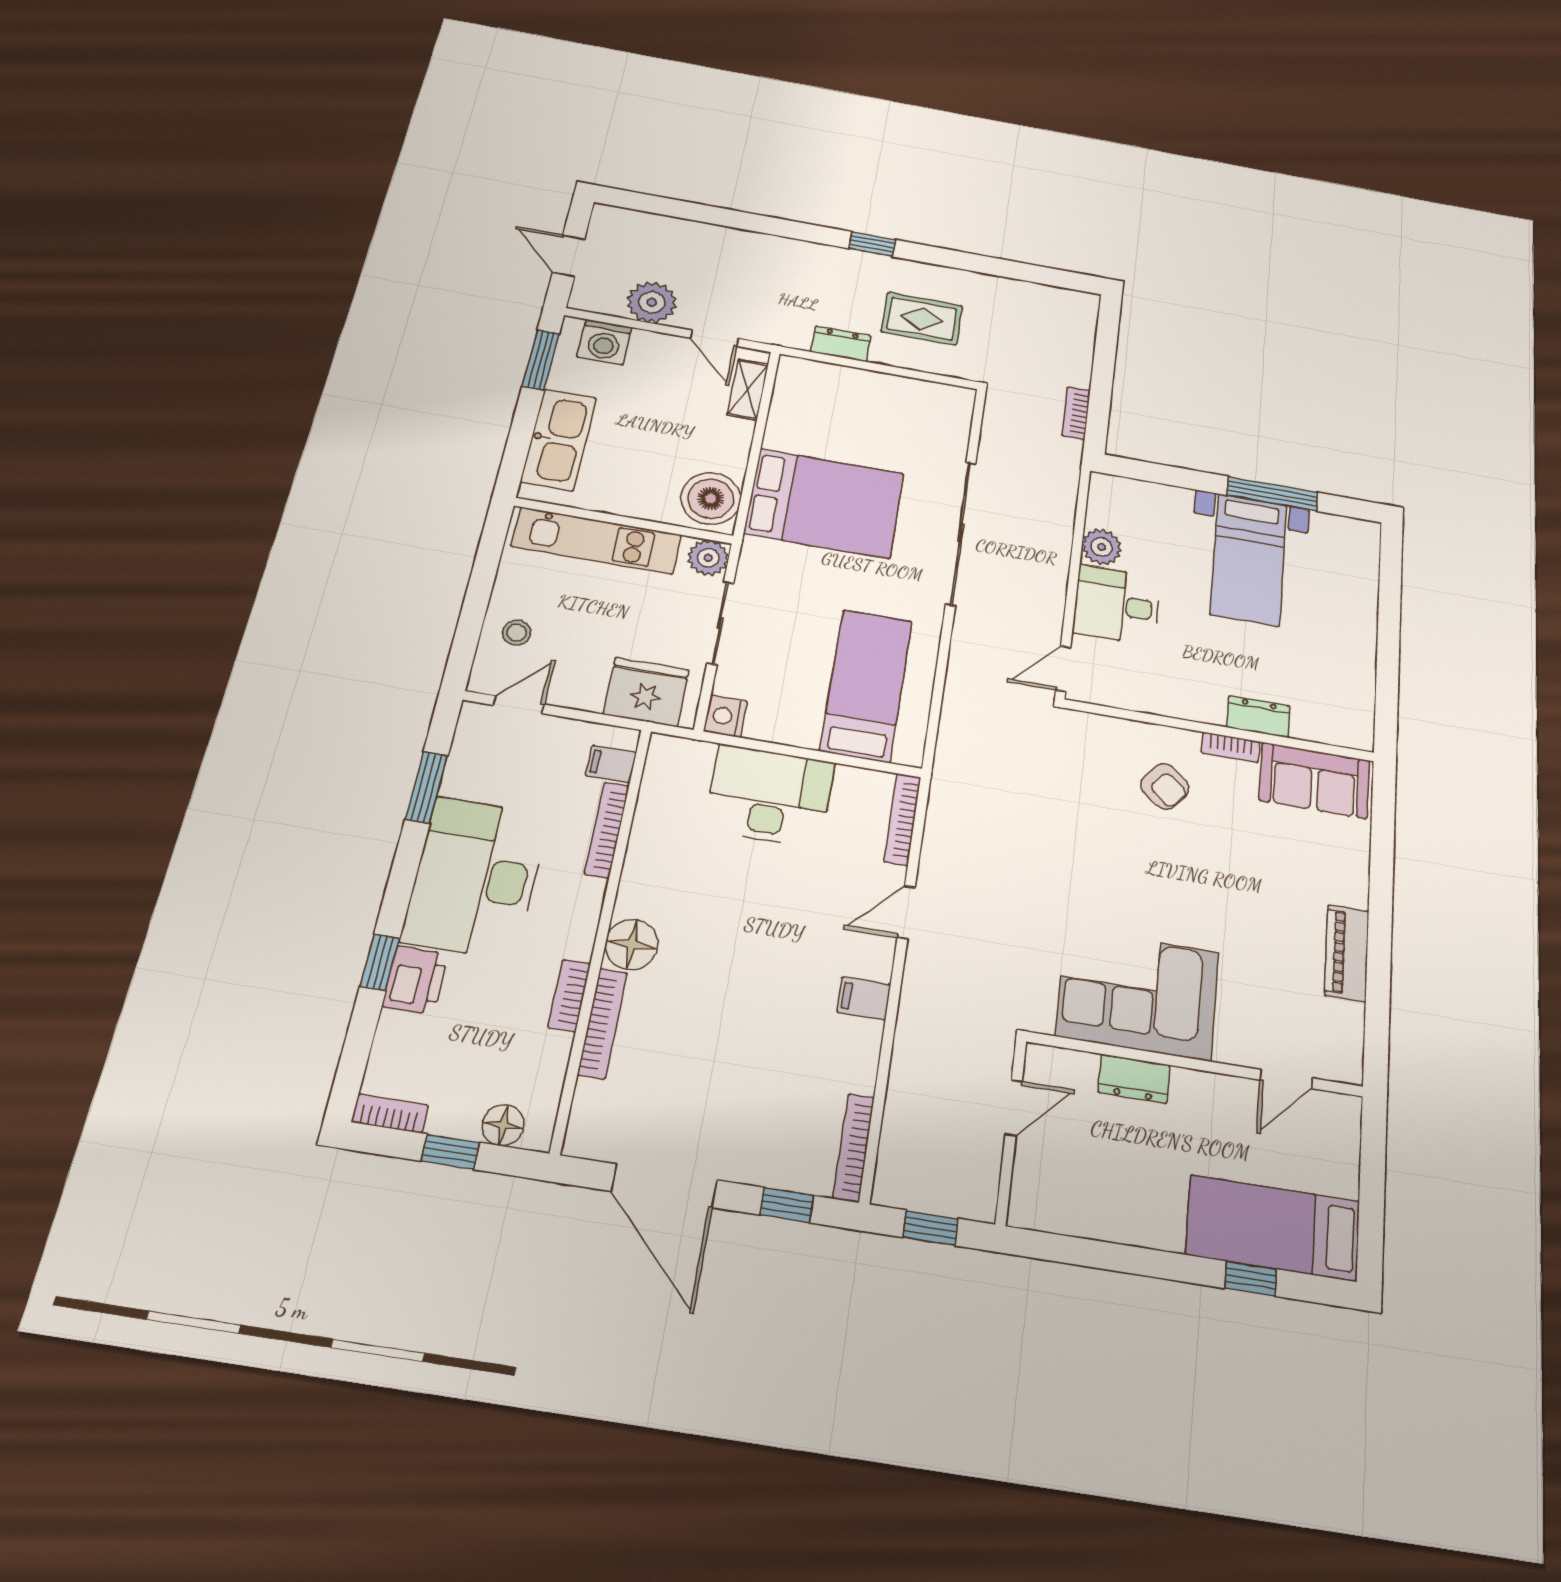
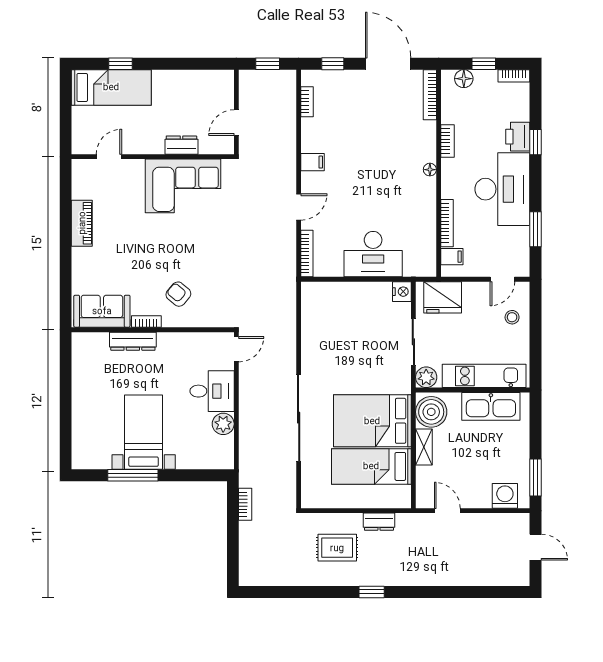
plant: (652, 302) -> (485, 527), removed
shelving: (748, 390) -> (424, 447), moved
kitchen sink: (559, 440) -> (491, 406), moved, turned -90
bed: (866, 685) -> (371, 466), moved, turned 90
dresser: (1258, 717) -> (133, 341), width x1.44
floor lamp: (632, 944) -> (430, 170), width x0.53, depth x0.53
bookcase: (602, 1023) -> (430, 95), moved
bookcase: (854, 1148) -> (307, 102), width x0.64

